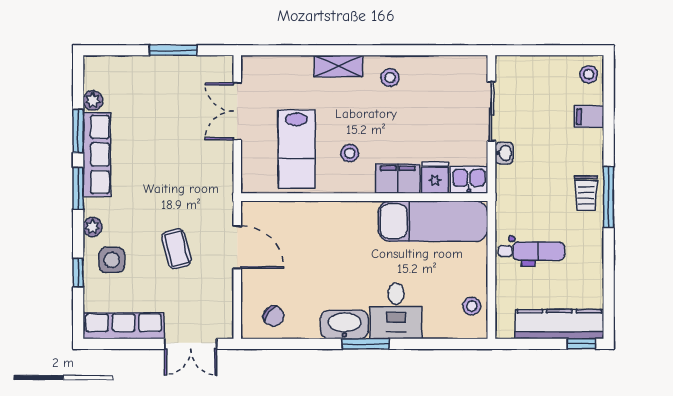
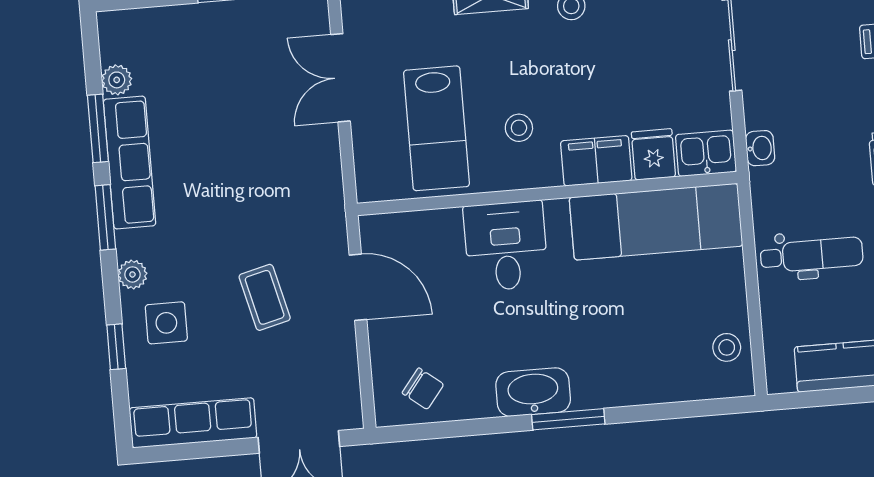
washbasin: (504, 153) -> (760, 148), moved
desk: (396, 311) -> (506, 246), moved, turned 180

